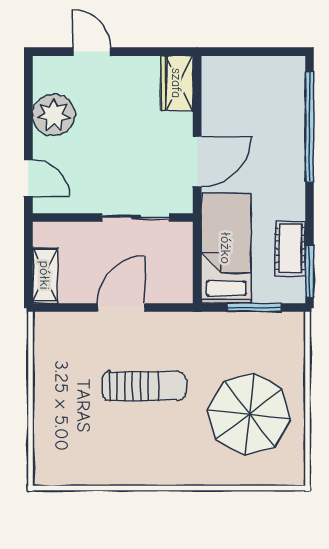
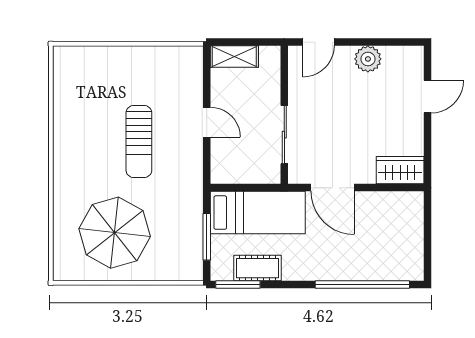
plant: (54, 115) -> (368, 59), width x0.73, depth x0.73
door: (121, 307) -> (207, 122), width x0.73

